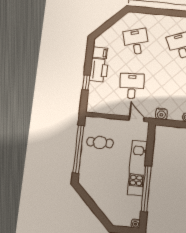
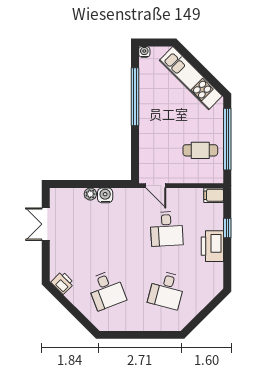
desk: (136, 42) -> (167, 290), turned 30
filing cabinet: (100, 53) -> (214, 195), moved
water cooler: (161, 114) -> (105, 195), moved
kitchen unit: (137, 168) -> (191, 78), moved, turned 135

